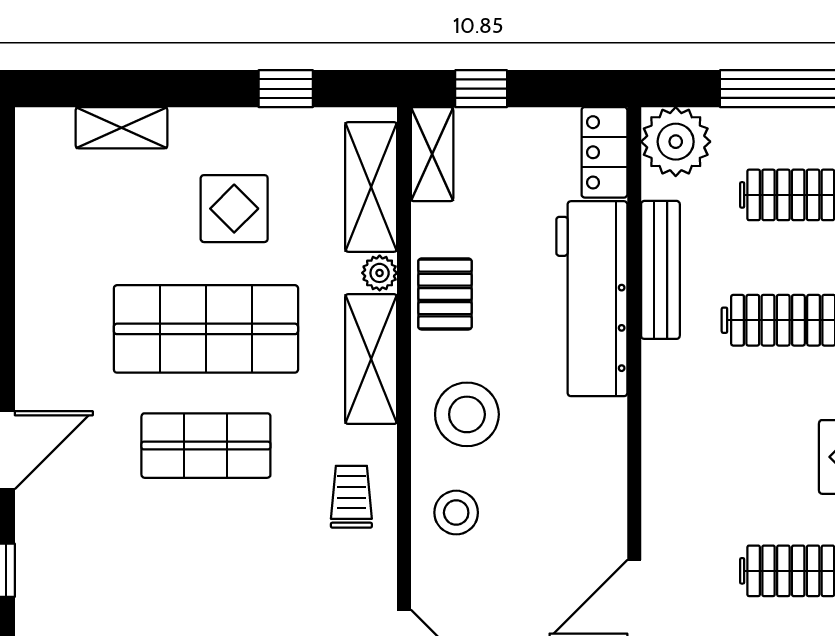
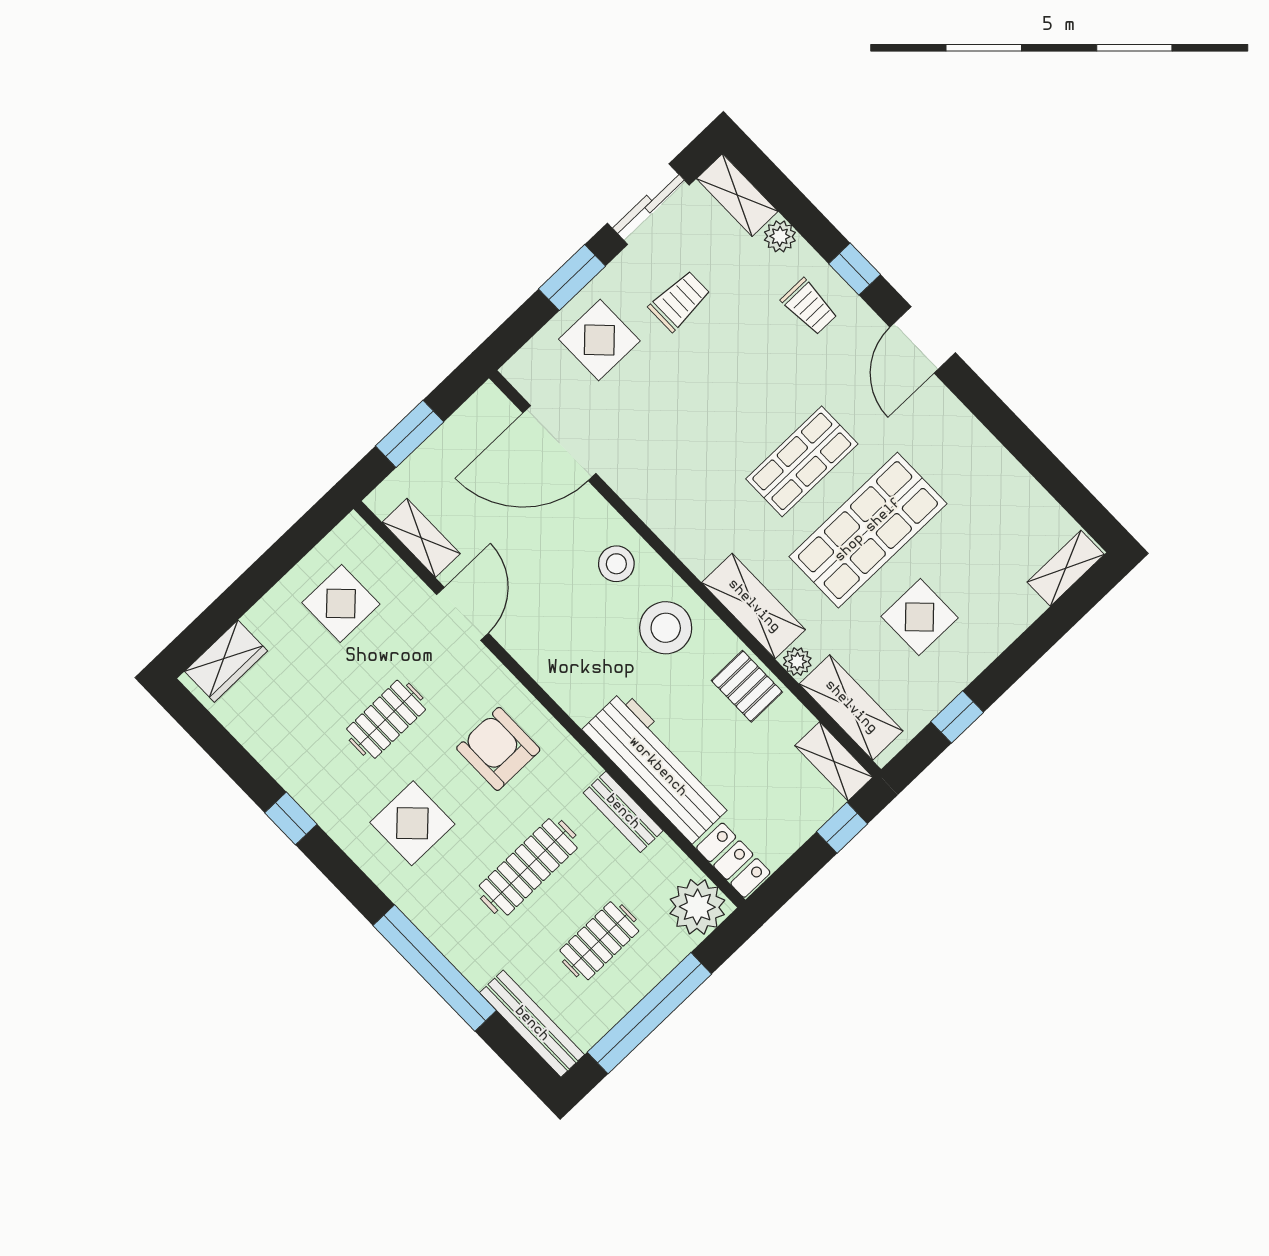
shelving: (122, 128) -> (1066, 568), moved
bench: (660, 270) -> (623, 812), width x0.73
armchair: (717, 450) -> (498, 749), added
trolley: (351, 497) -> (809, 307), moved

